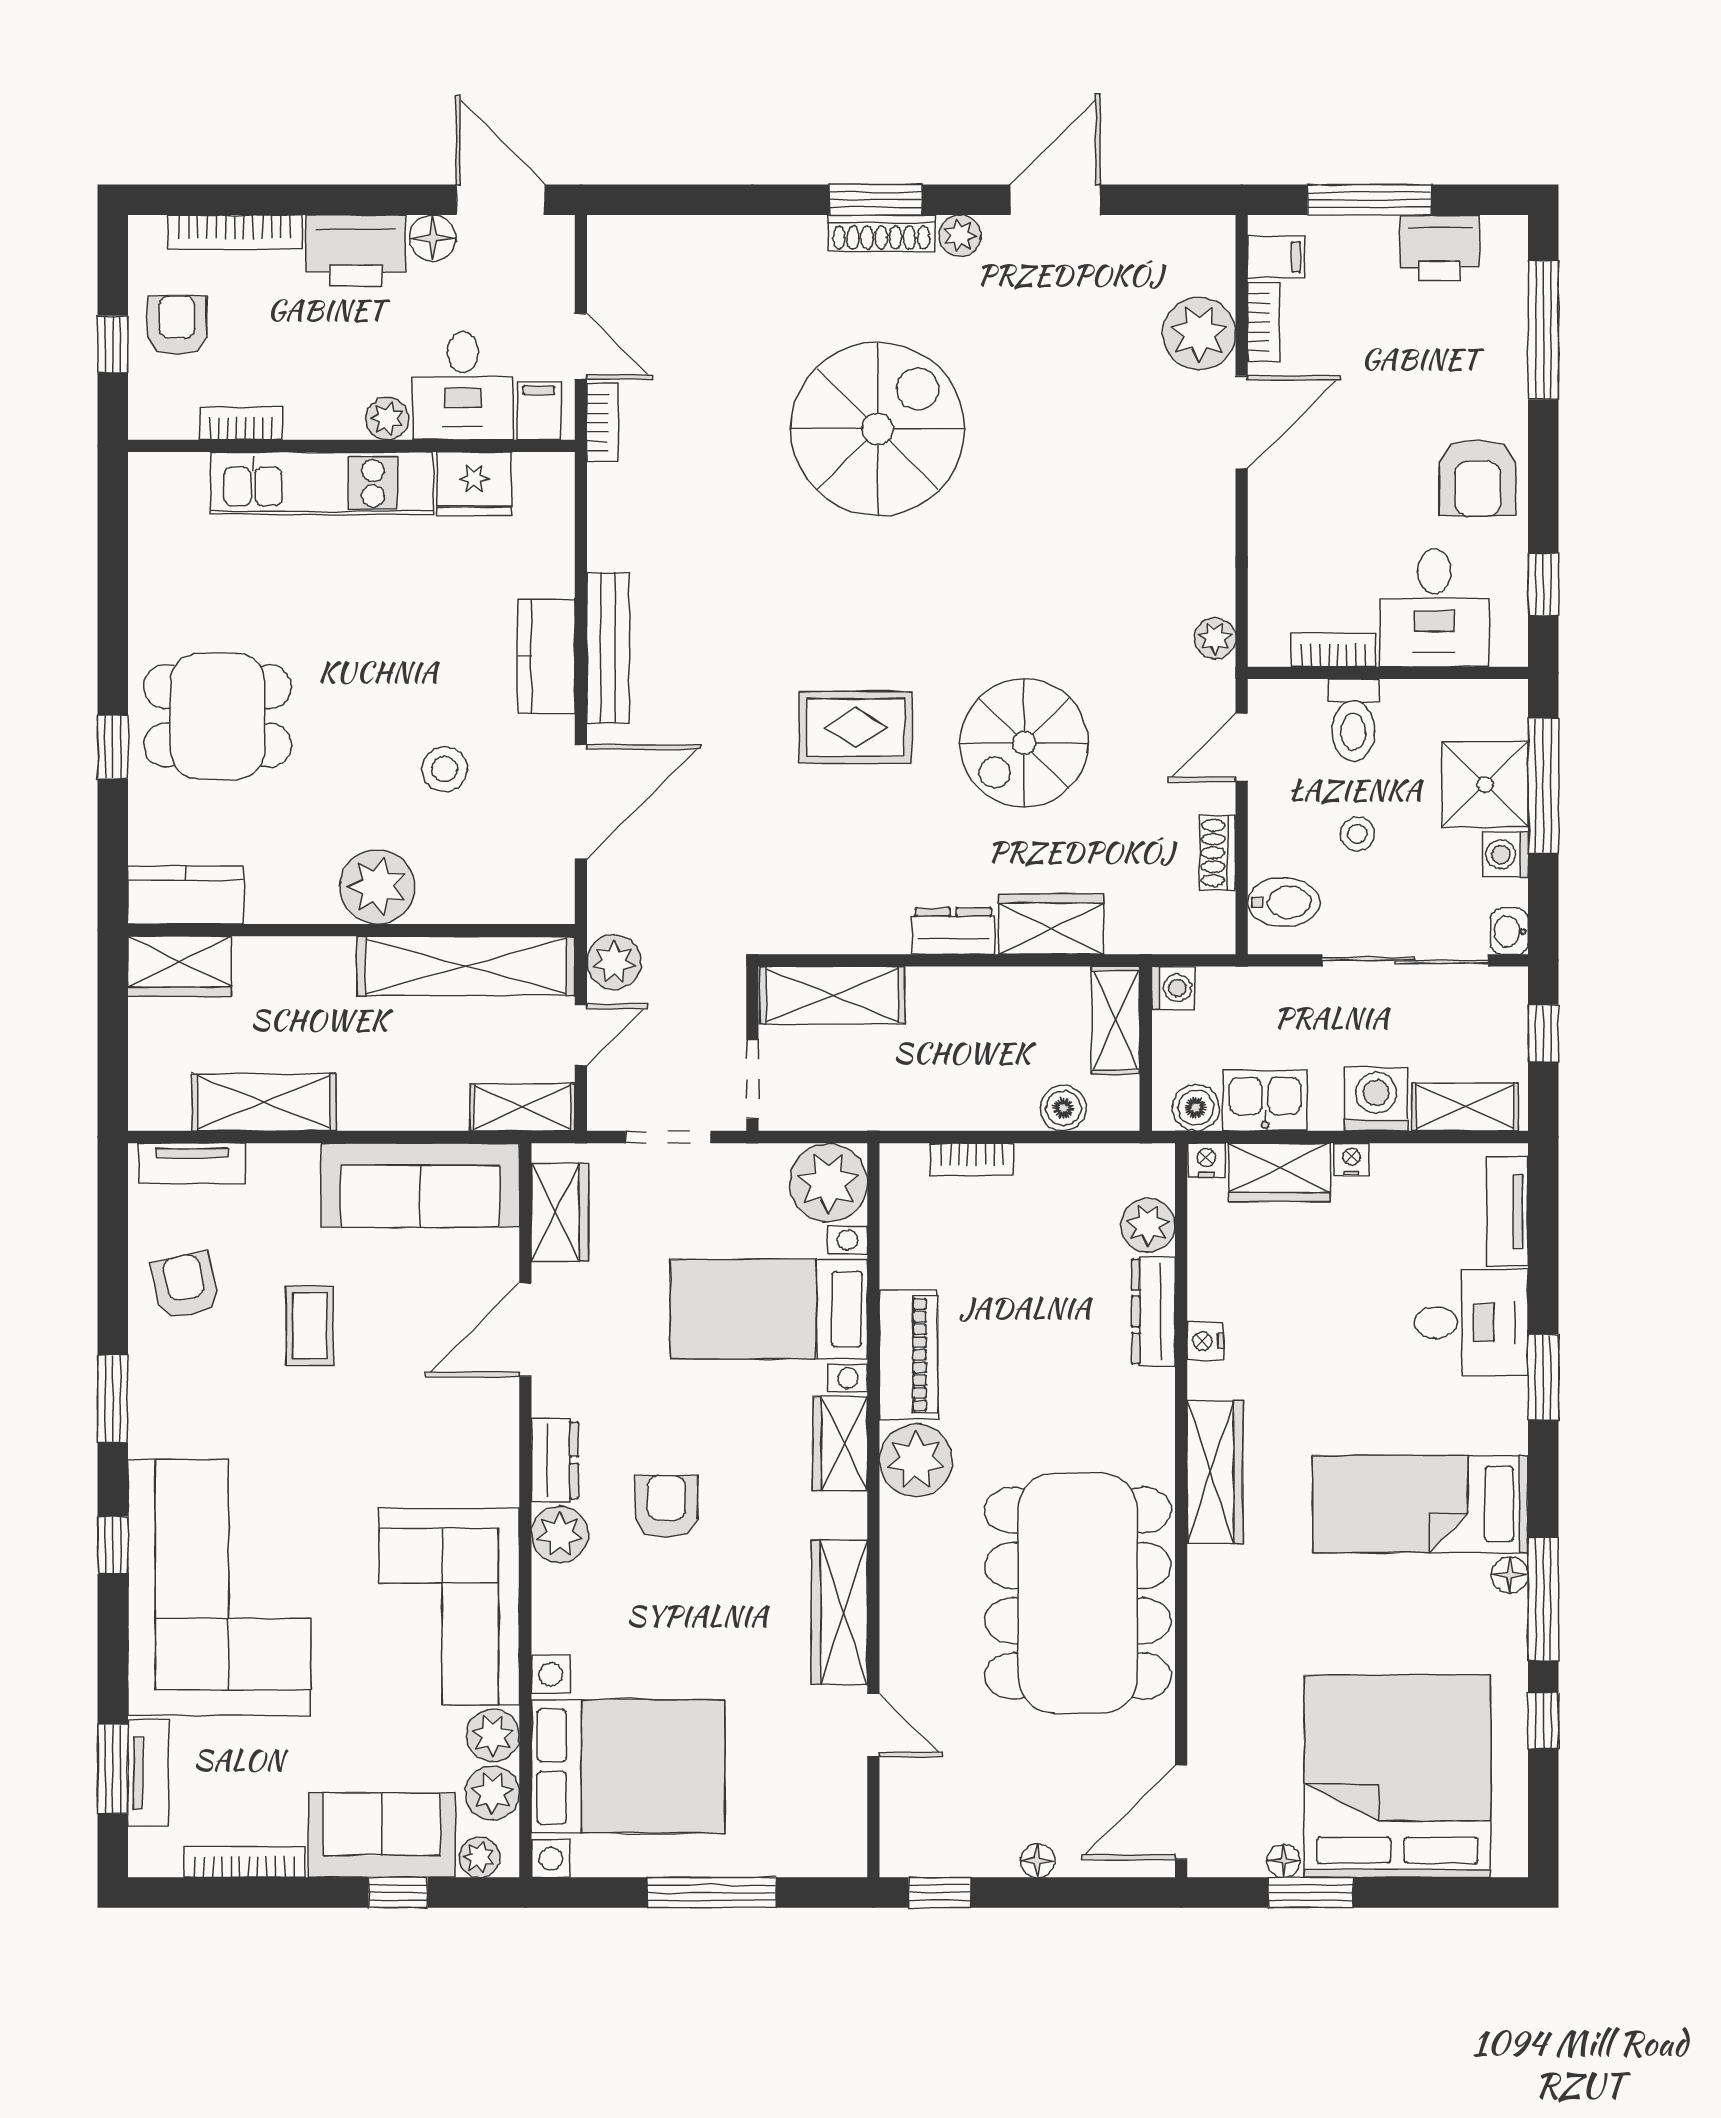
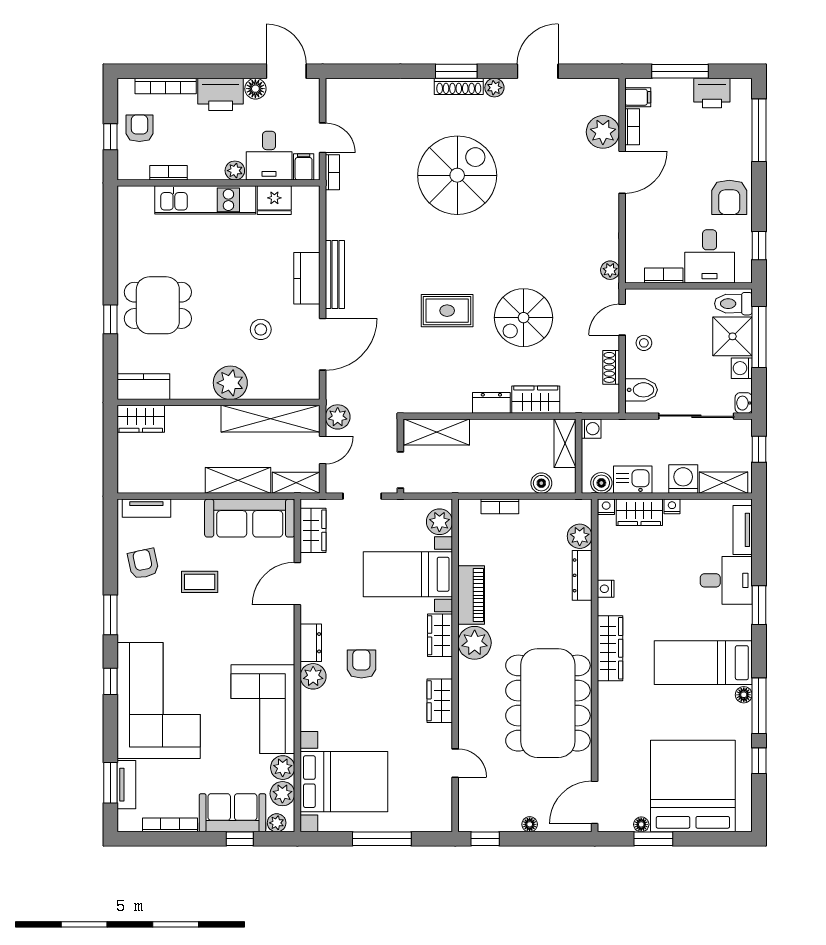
toilet: (1353, 720) -> (733, 304), moved, turned 90
stool: (1357, 834) -> (644, 343), moved
shelving: (264, 1102) -> (238, 480), moved
plant: (828, 1183) -> (439, 522), width x0.73, depth x0.73
coffee table: (310, 1326) -> (200, 582), turned 90
wardrobe: (839, 1612) -> (440, 701), width x0.67

